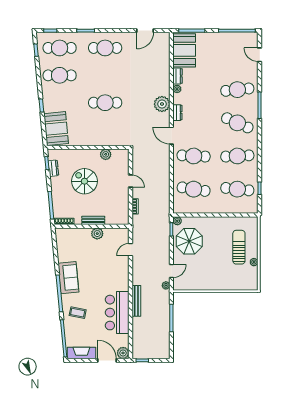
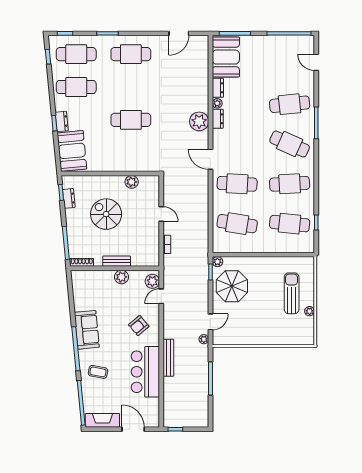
dresser: (47, 104) -> (62, 121), added
dresser: (177, 113) -> (218, 119), moved
armchair: (112, 274) -> (139, 326), added
plant: (123, 353) -> (152, 281), moved

